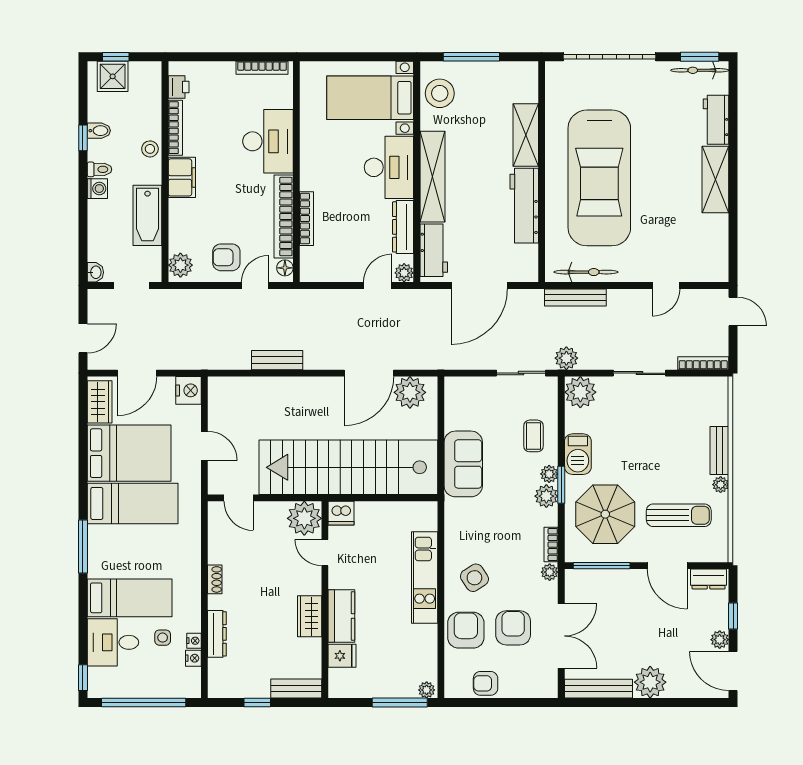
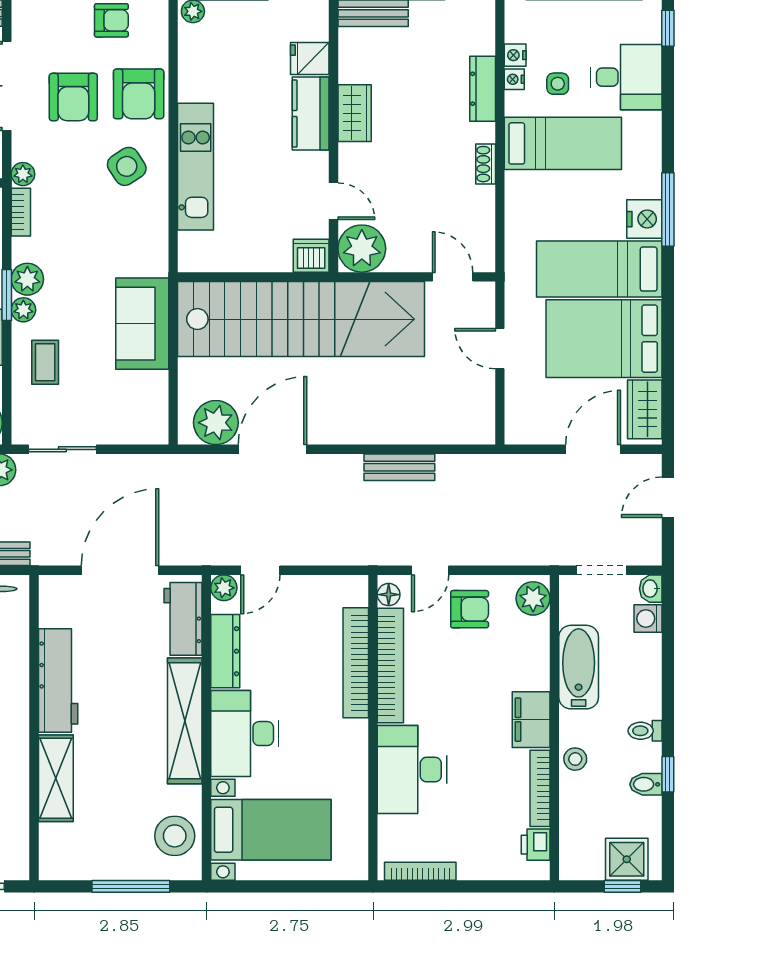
washing machine: (97, 189) -> (648, 619), moved
bookcase: (307, 219) -> (356, 663), width x1.48, depth x1.31
nightstand: (189, 390) -> (644, 219), moved, turned 180
bed: (130, 598) -> (563, 143), moved, turned 180

